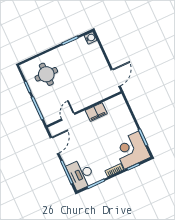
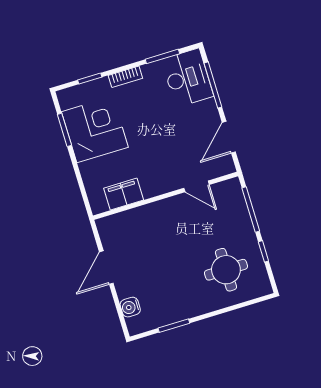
water cooler: (90, 38) -> (130, 307), moved
door: (116, 78) -> (106, 268), moved
filing cabinet: (96, 112) -> (124, 194), moved
door: (68, 117) -> (197, 186), hinge flipped
corner desk: (132, 150) -> (95, 129), moved, turned -90

